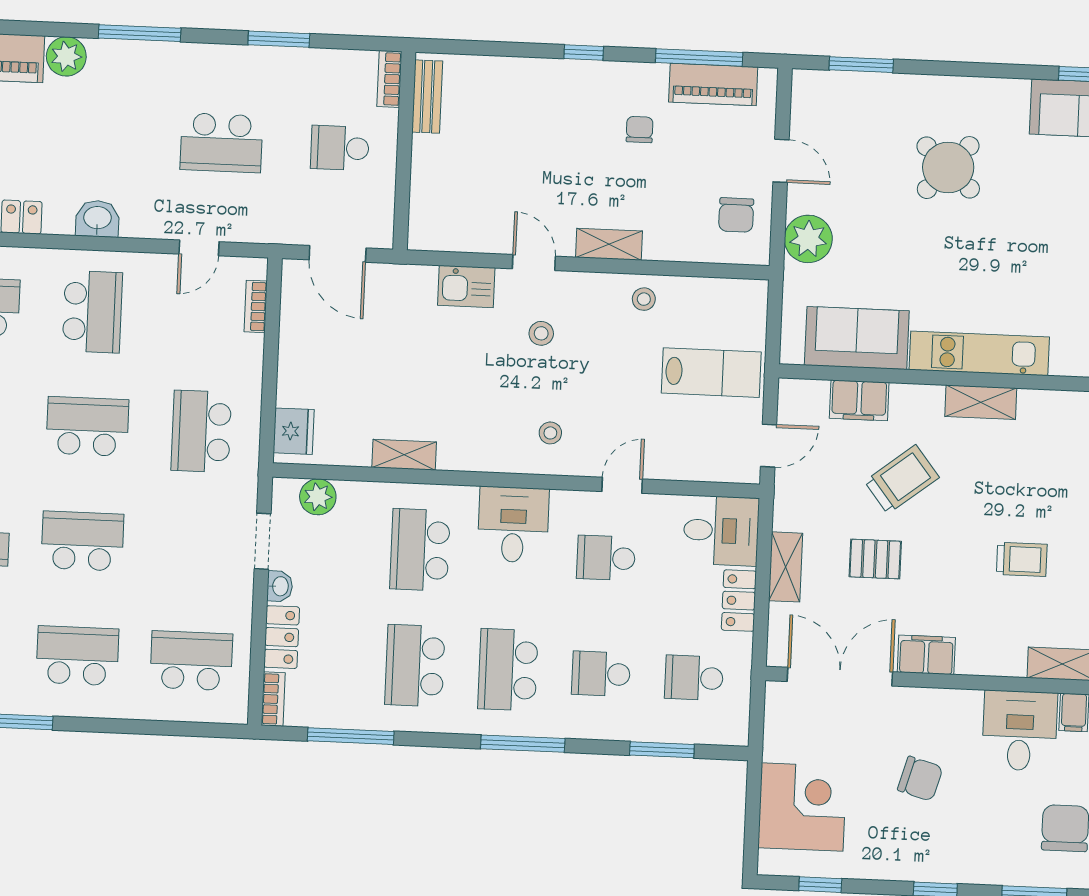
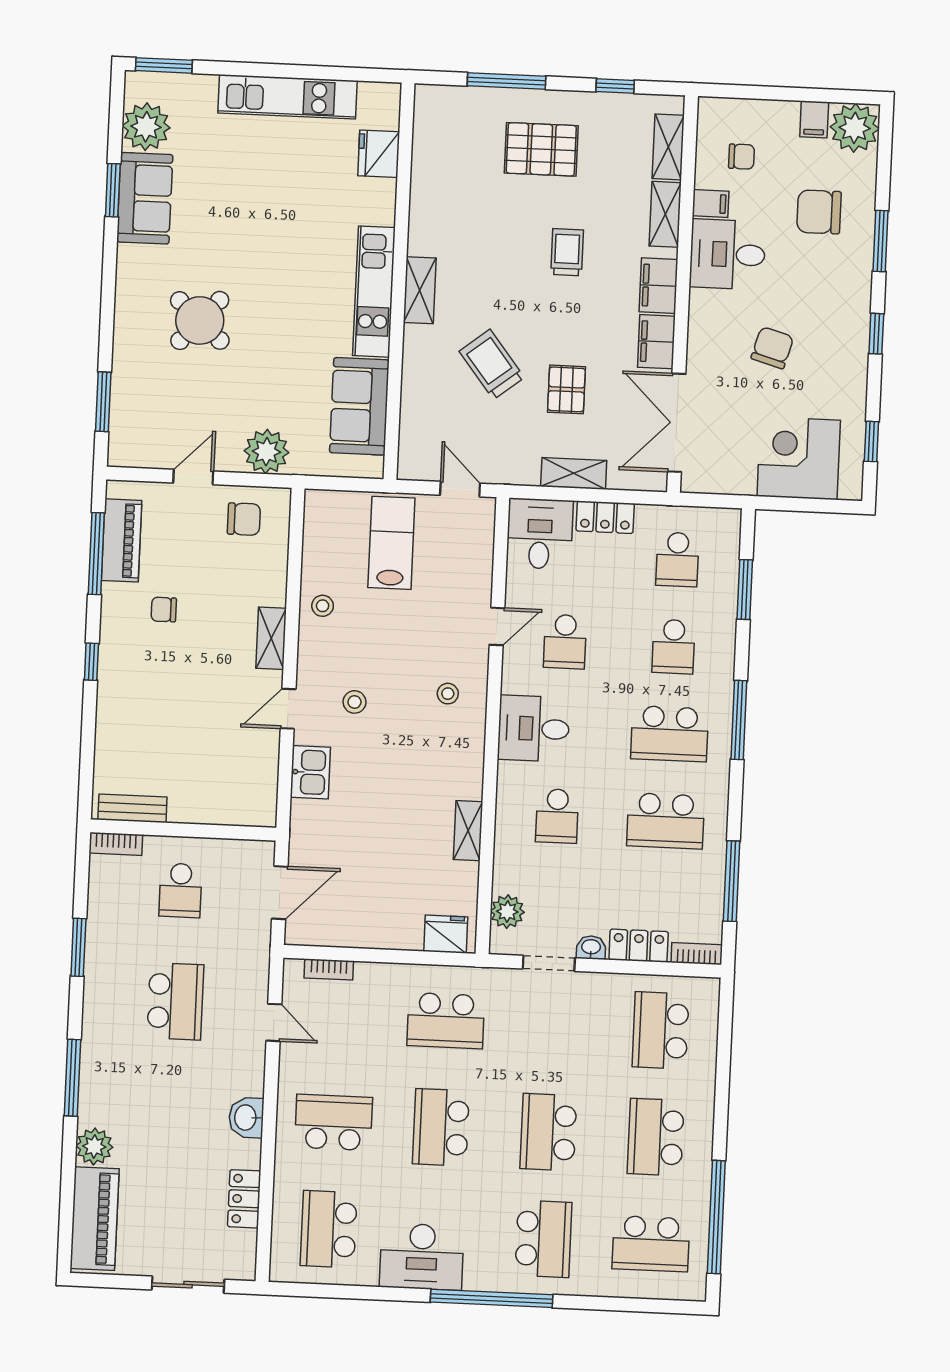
filing cabinet: (859, 400) -> (658, 286), moved, turned 180
door: (622, 485) -> (497, 626), swing flipped
school desk: (420, 550) -> (557, 816), width x0.54

